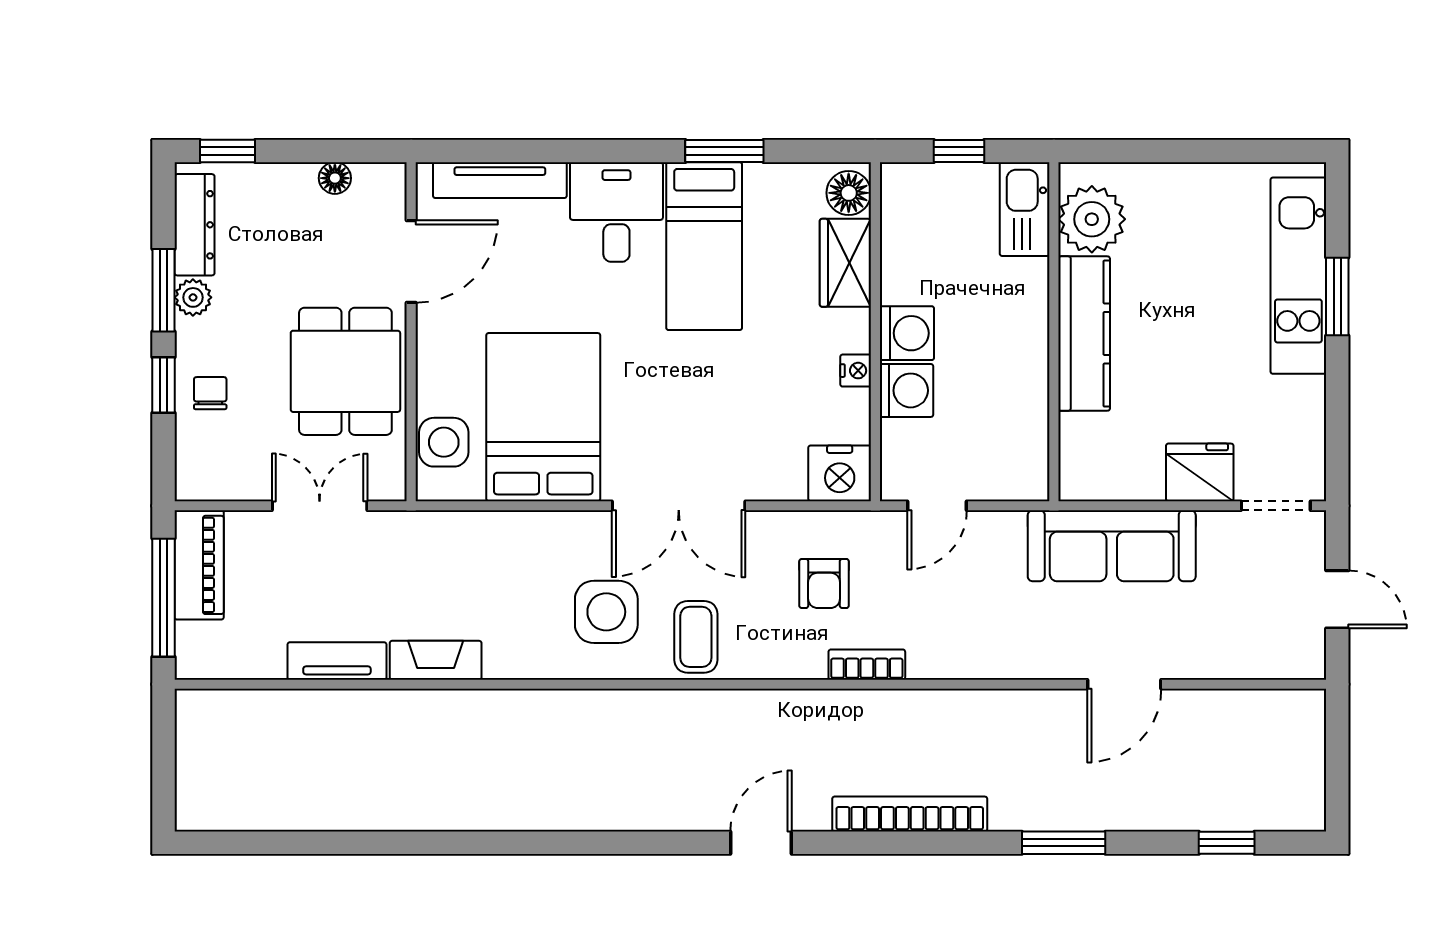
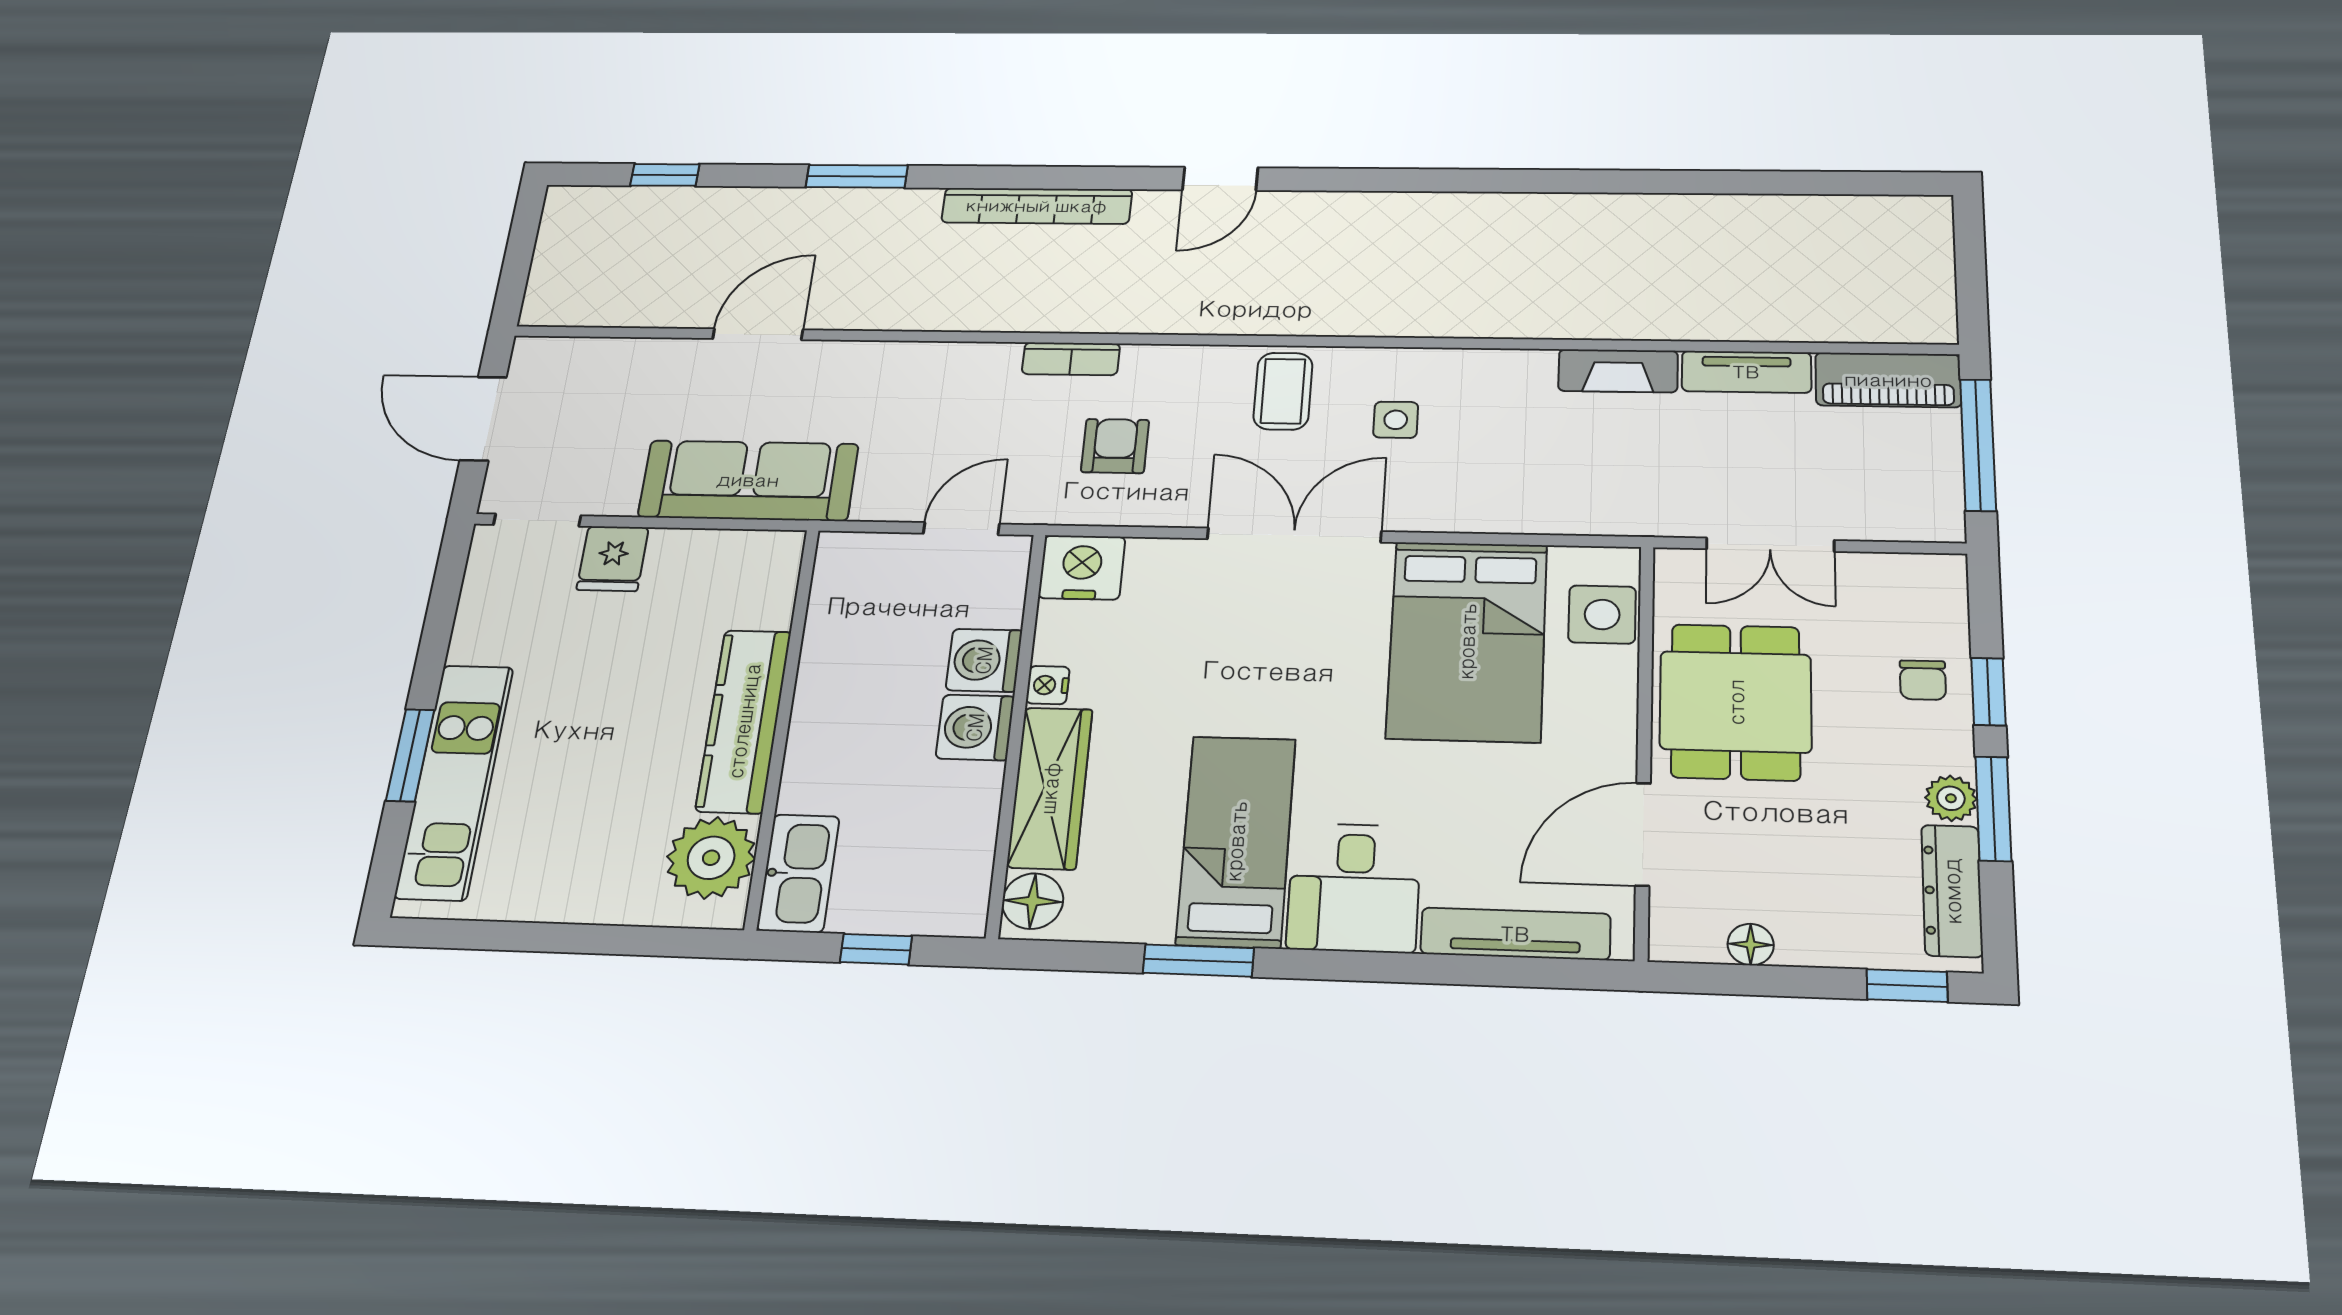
wardrobe: (845, 263) -> (1050, 788), width x1.50
fridge: (1200, 472) -> (613, 559), width x0.72
piano: (199, 565) -> (1888, 380), moved, turned -90
door: (1337, 599) -> (483, 419), width x1.38
side table: (606, 612) -> (1396, 420), width x0.54, depth x0.54

